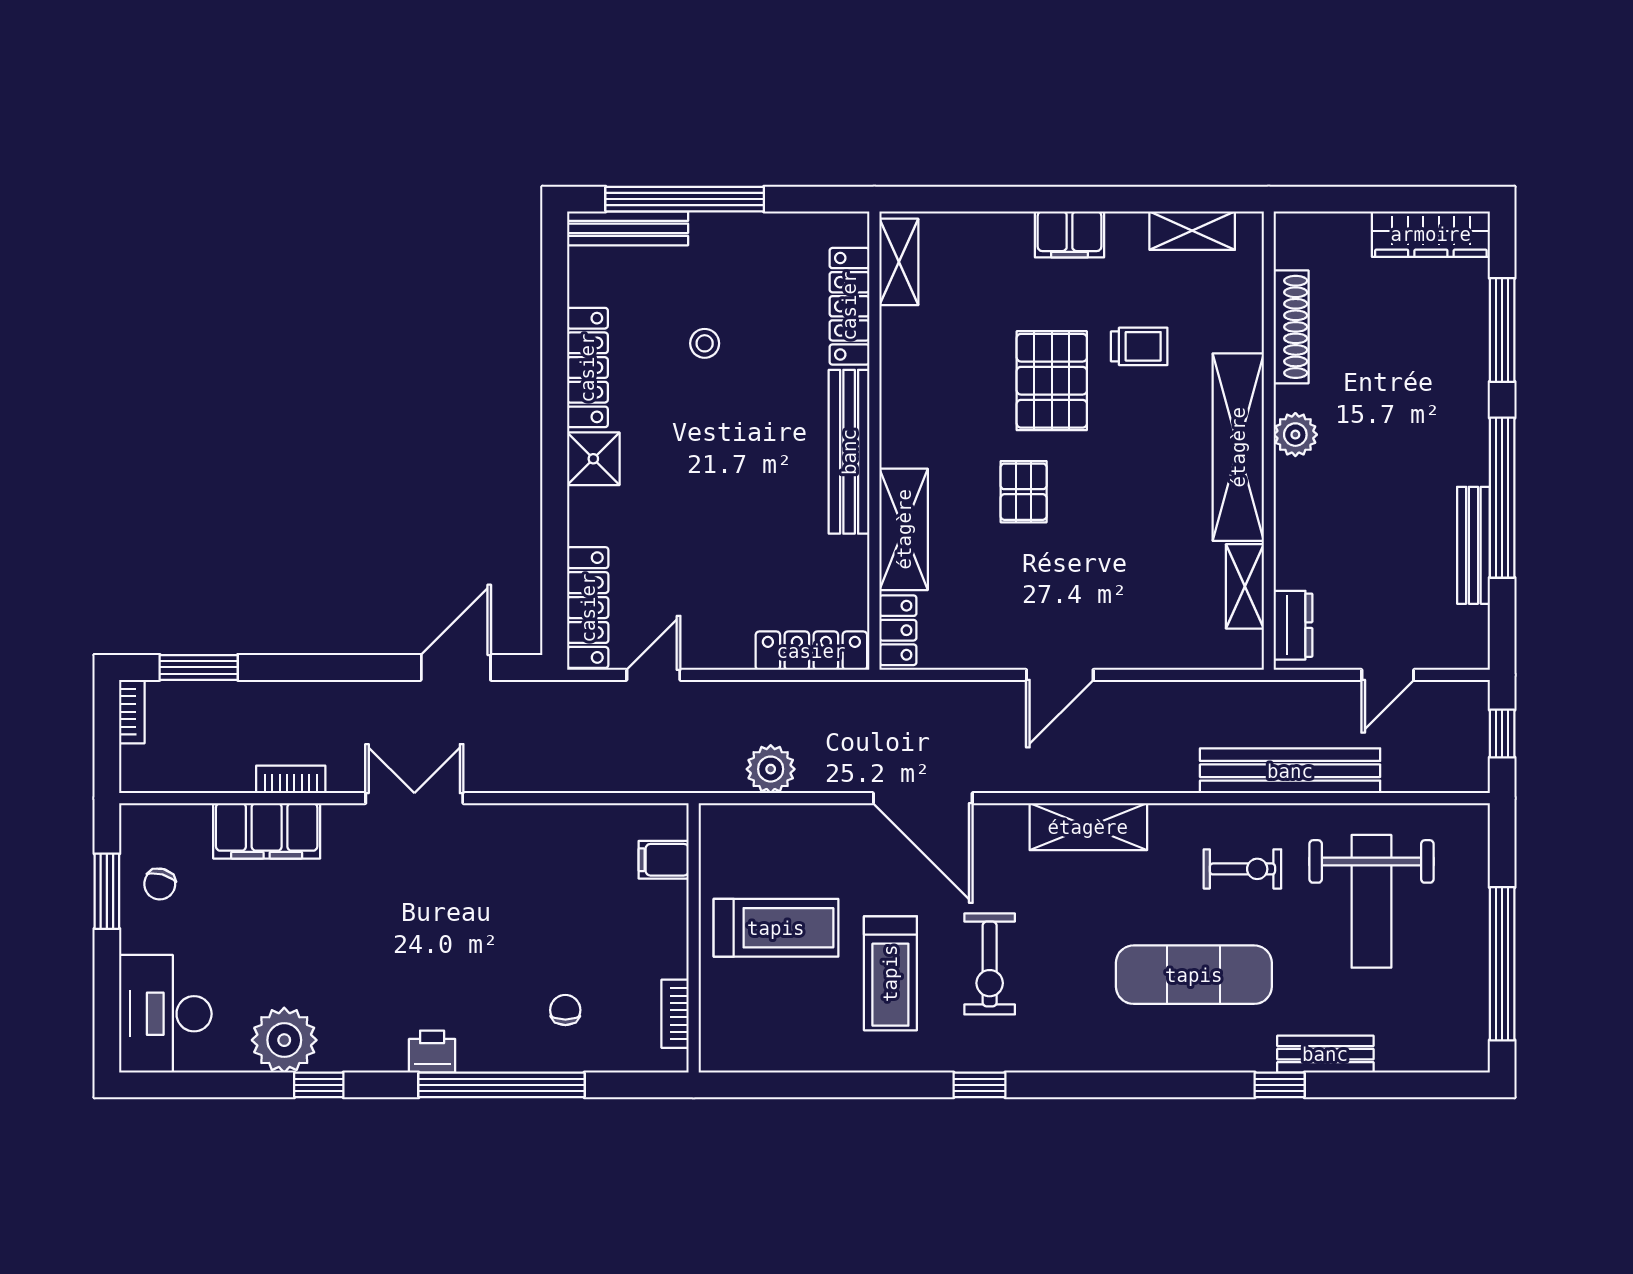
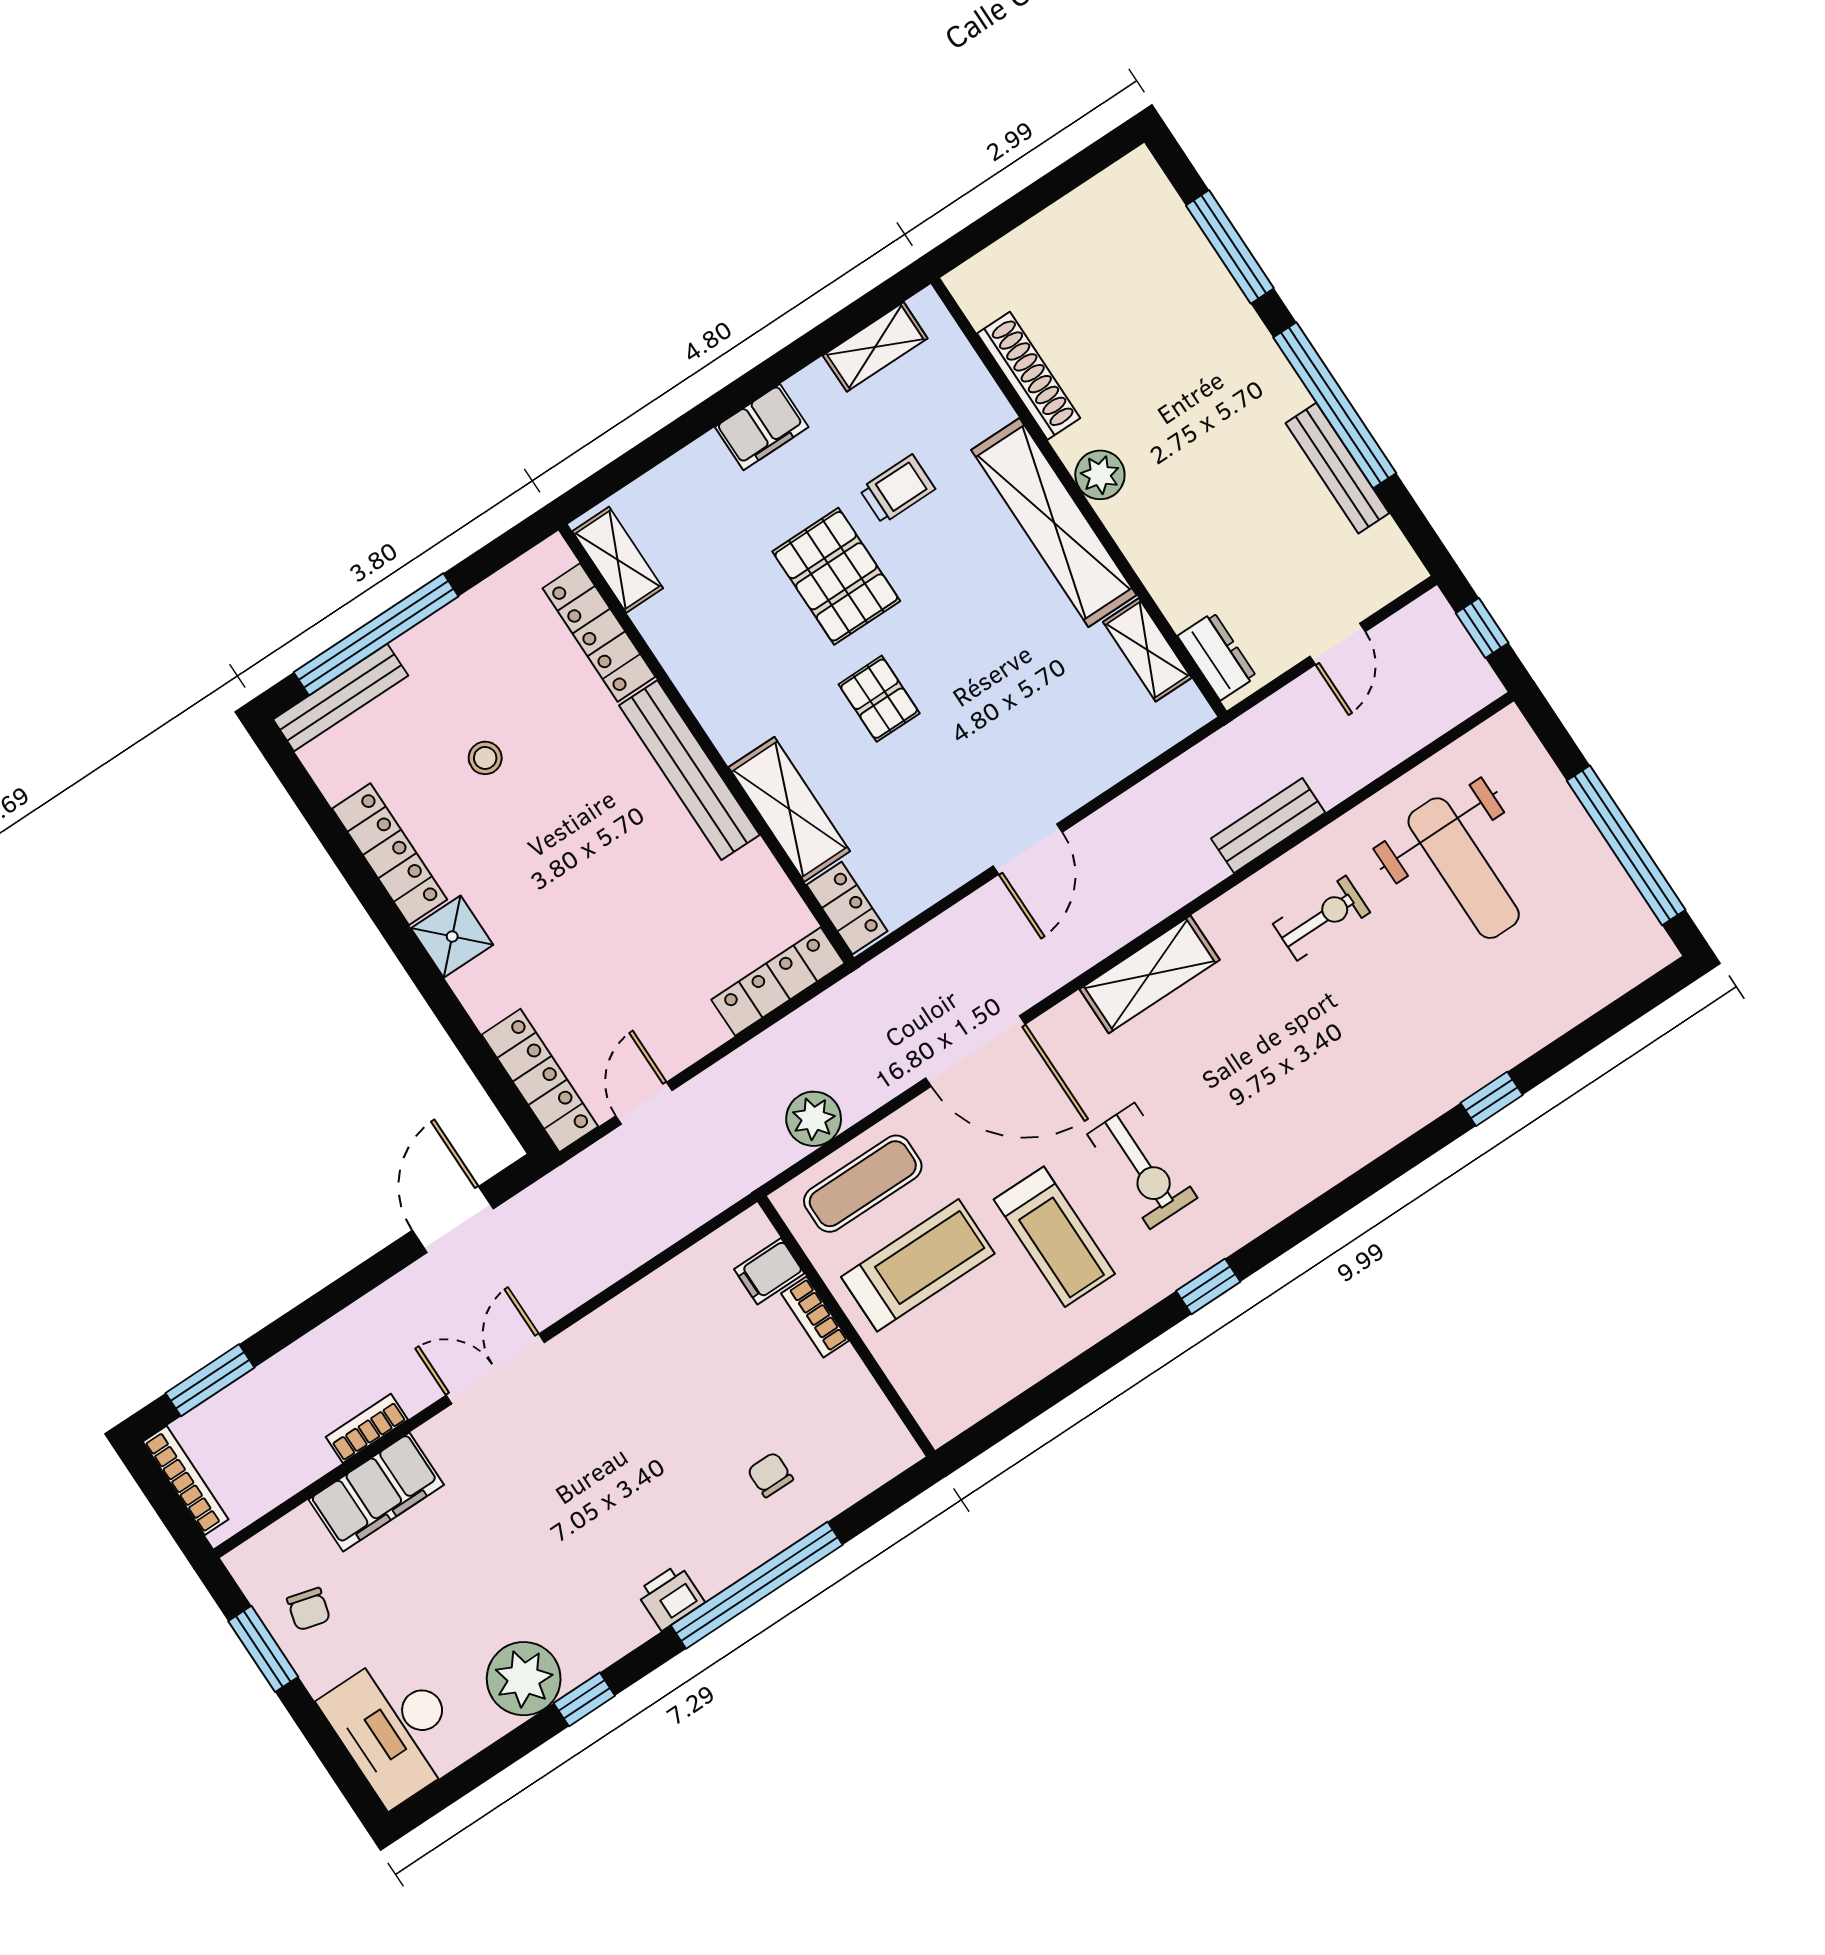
wardrobe: (1431, 234) -> (1103, 201), removed
bookcase: (132, 712) -> (186, 1480), width x1.56
bench: (1290, 771) -> (1268, 826), width x0.54, depth x0.82
exercise mat: (1194, 975) -> (863, 1184), moved, width x0.73, depth x0.69
bookcase: (675, 1014) -> (815, 1317), moved
bench: (1325, 1054) -> (1516, 1041), removed

